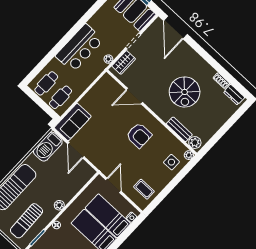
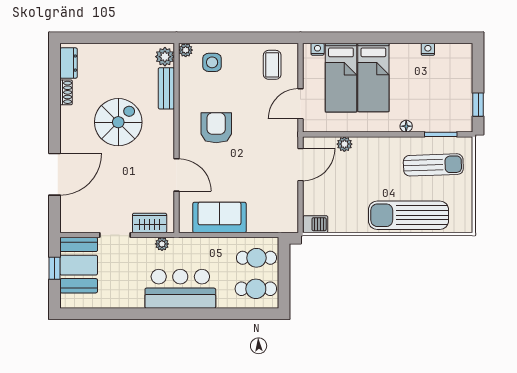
door: (175, 27) -> (55, 174), moved
sofa: (73, 122) -> (219, 218), moved
barbecue: (48, 147) -> (315, 224), width x0.53, depth x0.65
door: (76, 150) -> (300, 165), moved
plant: (59, 205) -> (344, 144), moved

